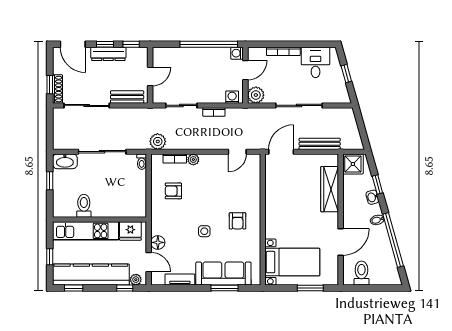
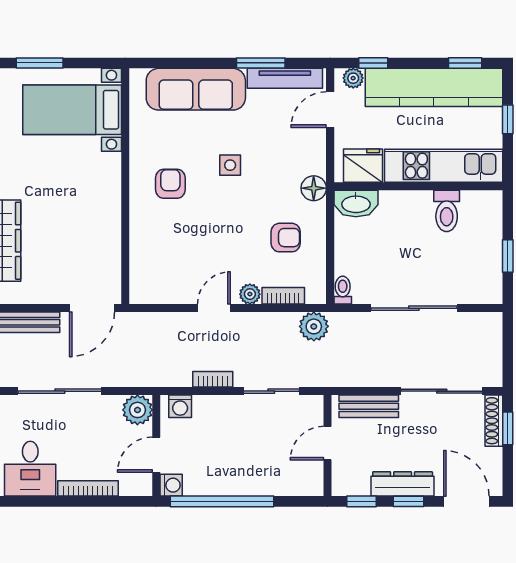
door: (237, 152) -> (214, 308), moved
washbasin: (65, 161) -> (356, 203), moved, turned 180
floor lamp: (158, 242) -> (314, 188), moved
door: (149, 262) -> (330, 110), hinge flipped
tv unit: (180, 280) -> (285, 78), width x1.41
window: (224, 288) -> (261, 63), moved

